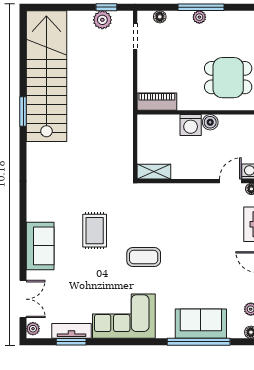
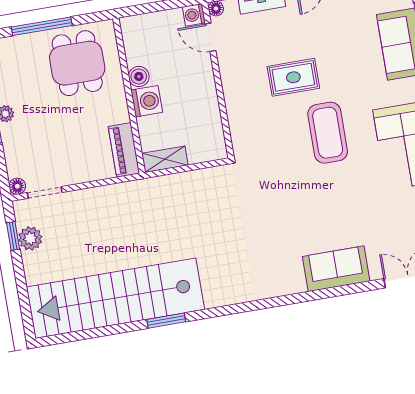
floor lamp: (160, 17) -> (17, 186), moved
shelving: (154, 172) -> (165, 159), moved, turned 90
rug: (95, 231) -> (293, 77), moved
coffee table: (144, 257) -> (328, 133), width x1.36, depth x1.32

